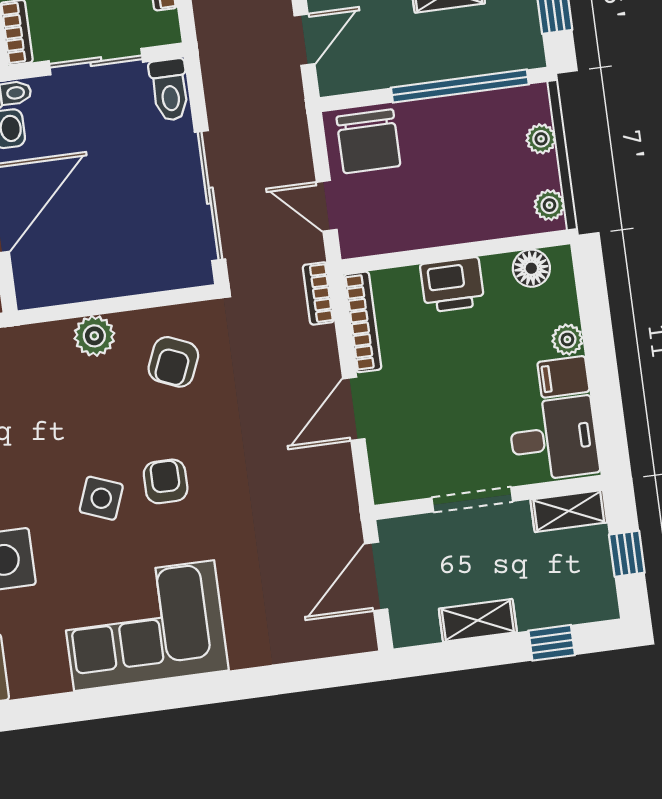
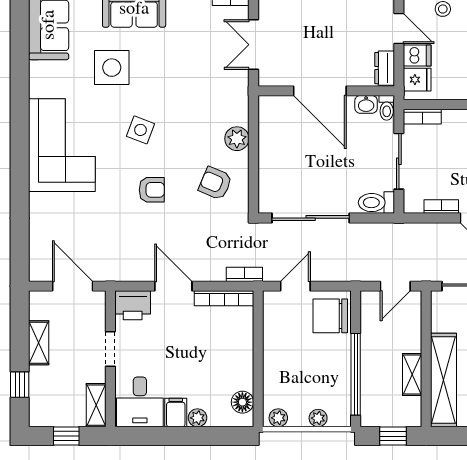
door: (304, 40) -> (395, 286), hinge flipped
printer: (452, 285) -> (133, 305), moved, turned -90
armchair: (166, 481) -> (152, 190), moved
doorway: (472, 500) -> (110, 349), width x0.73

